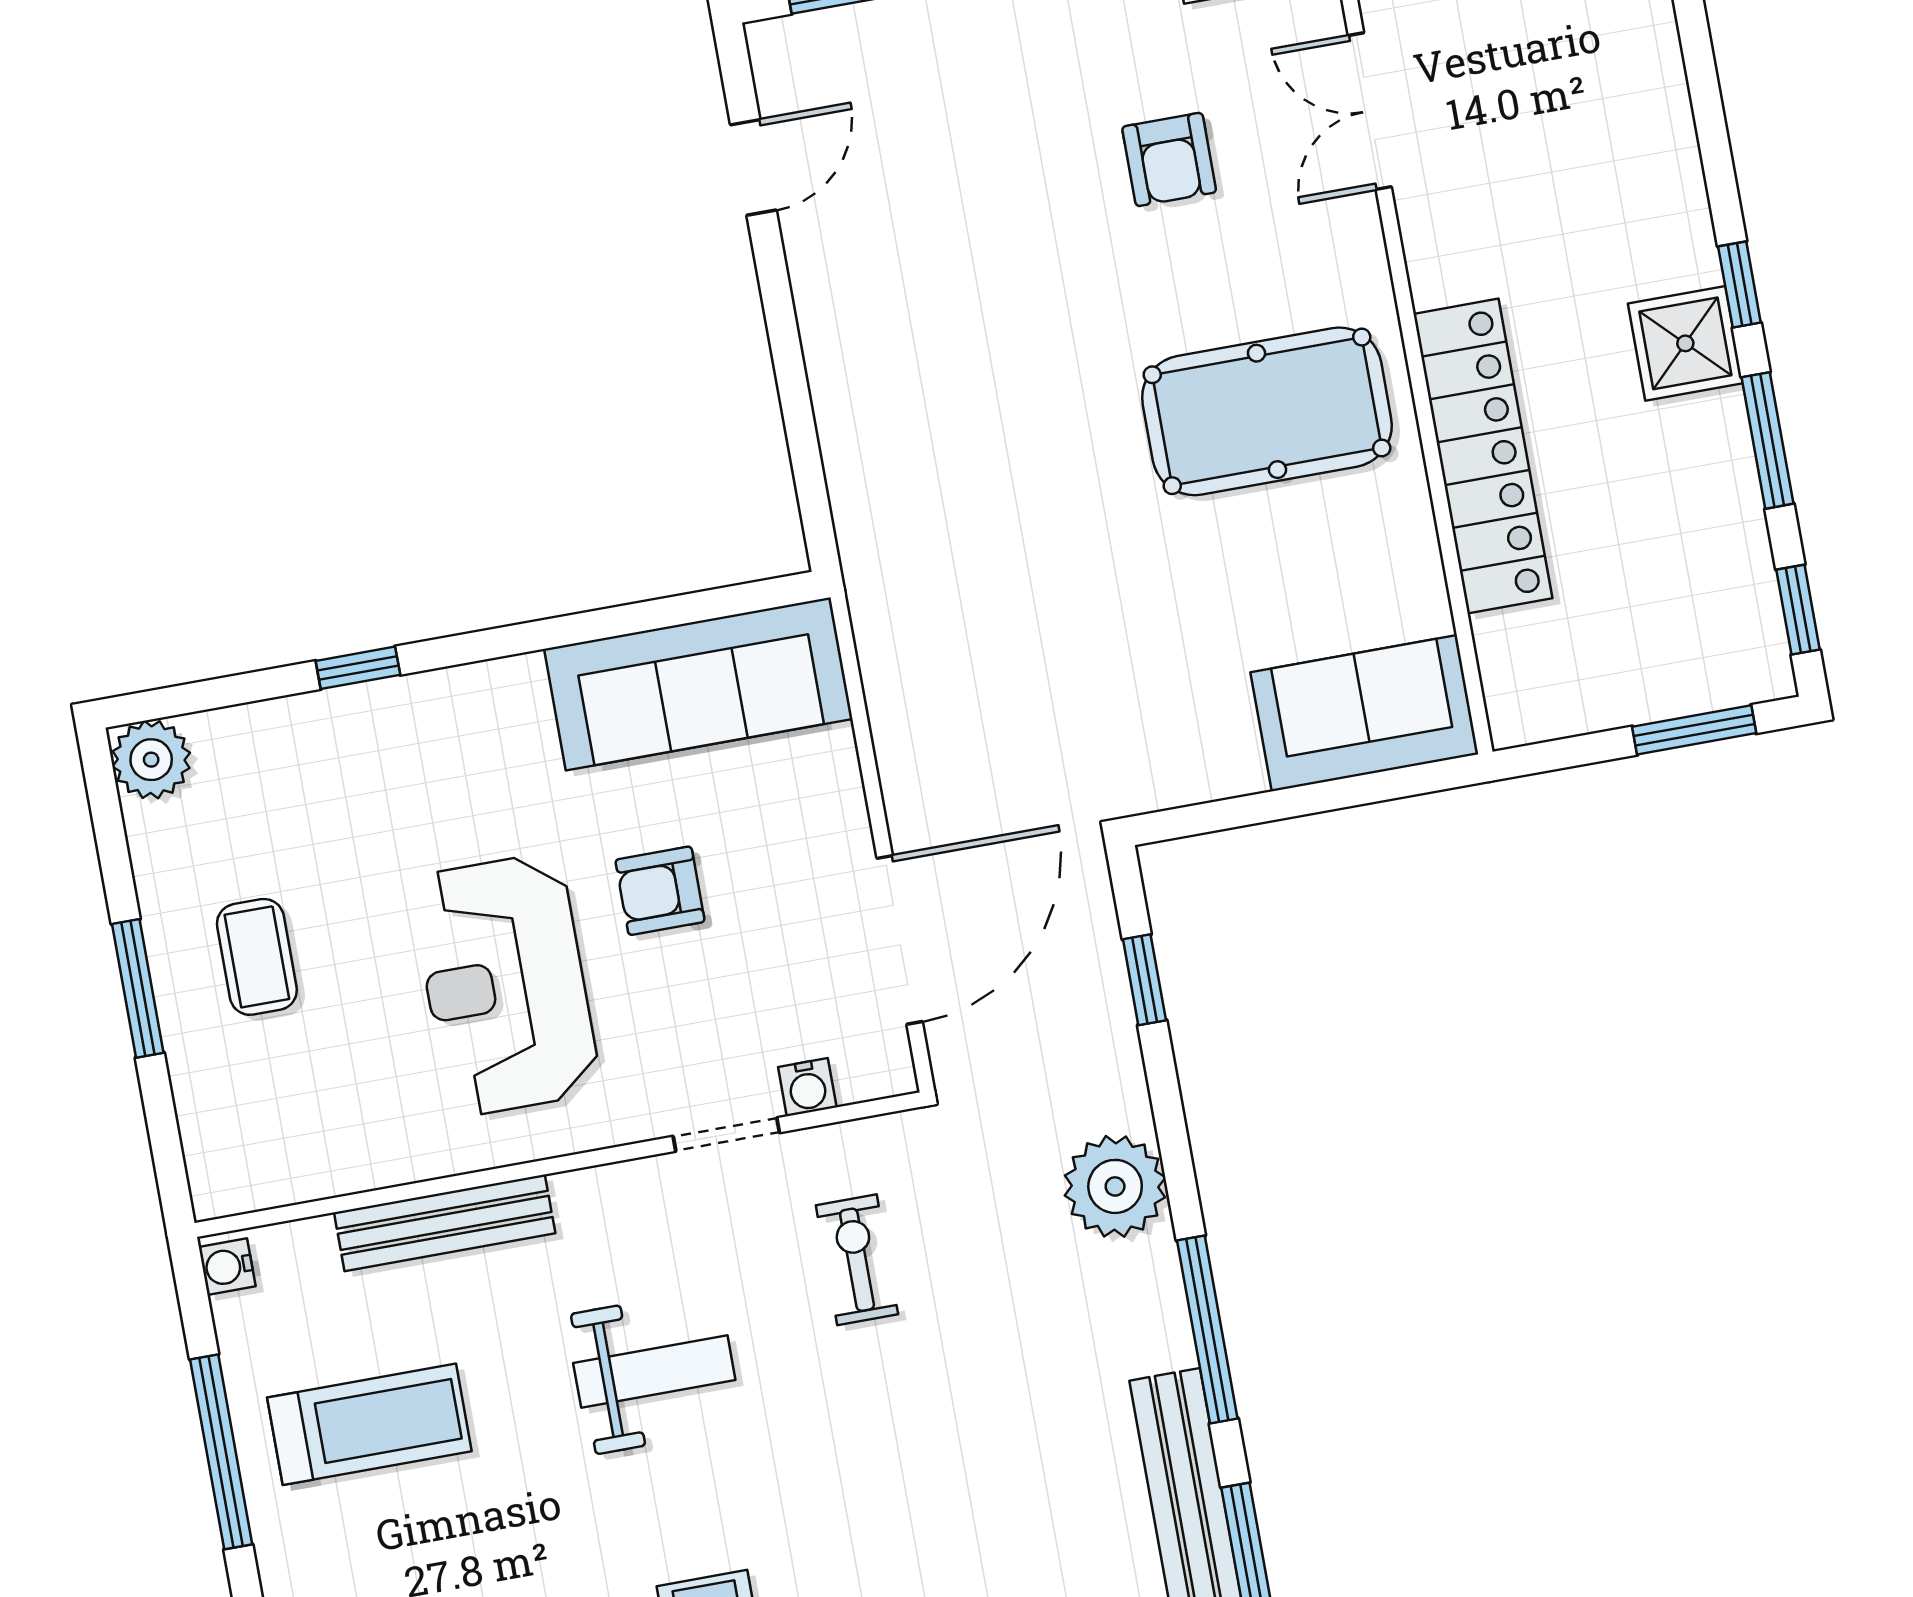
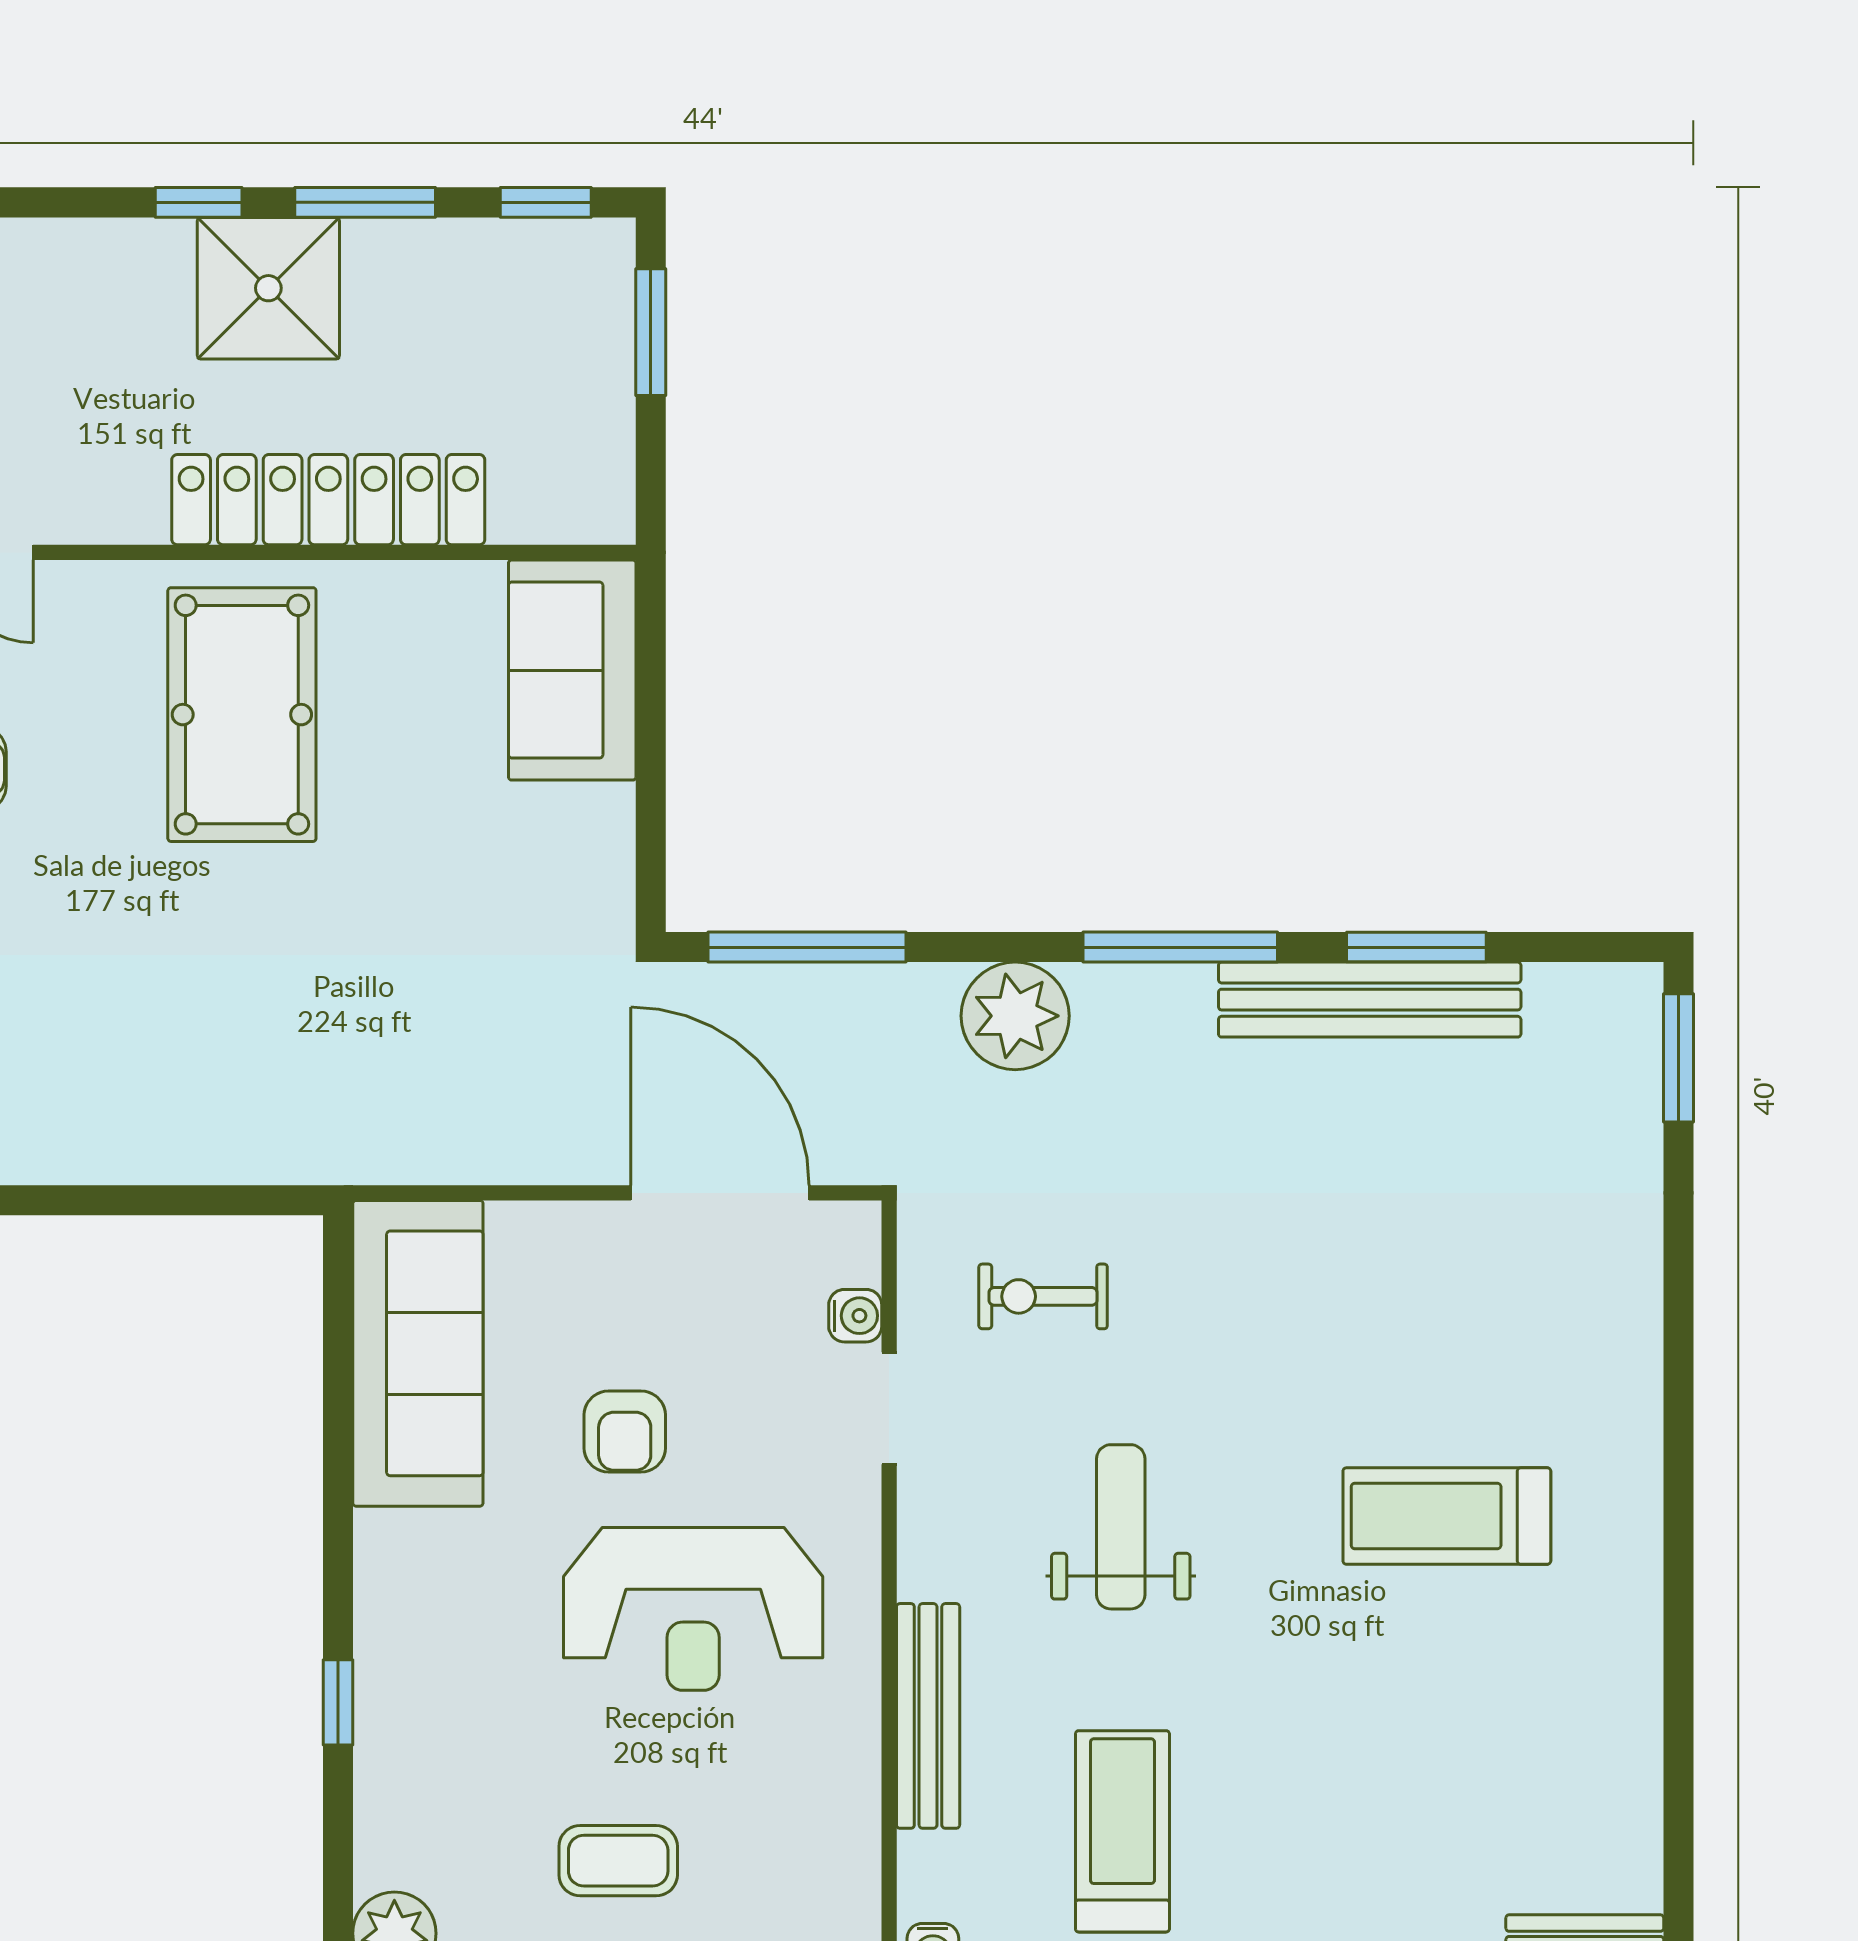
shower: (1685, 343) -> (268, 288), width x1.36, depth x1.36
window: (1144, 980) -> (807, 947), width x2.17

